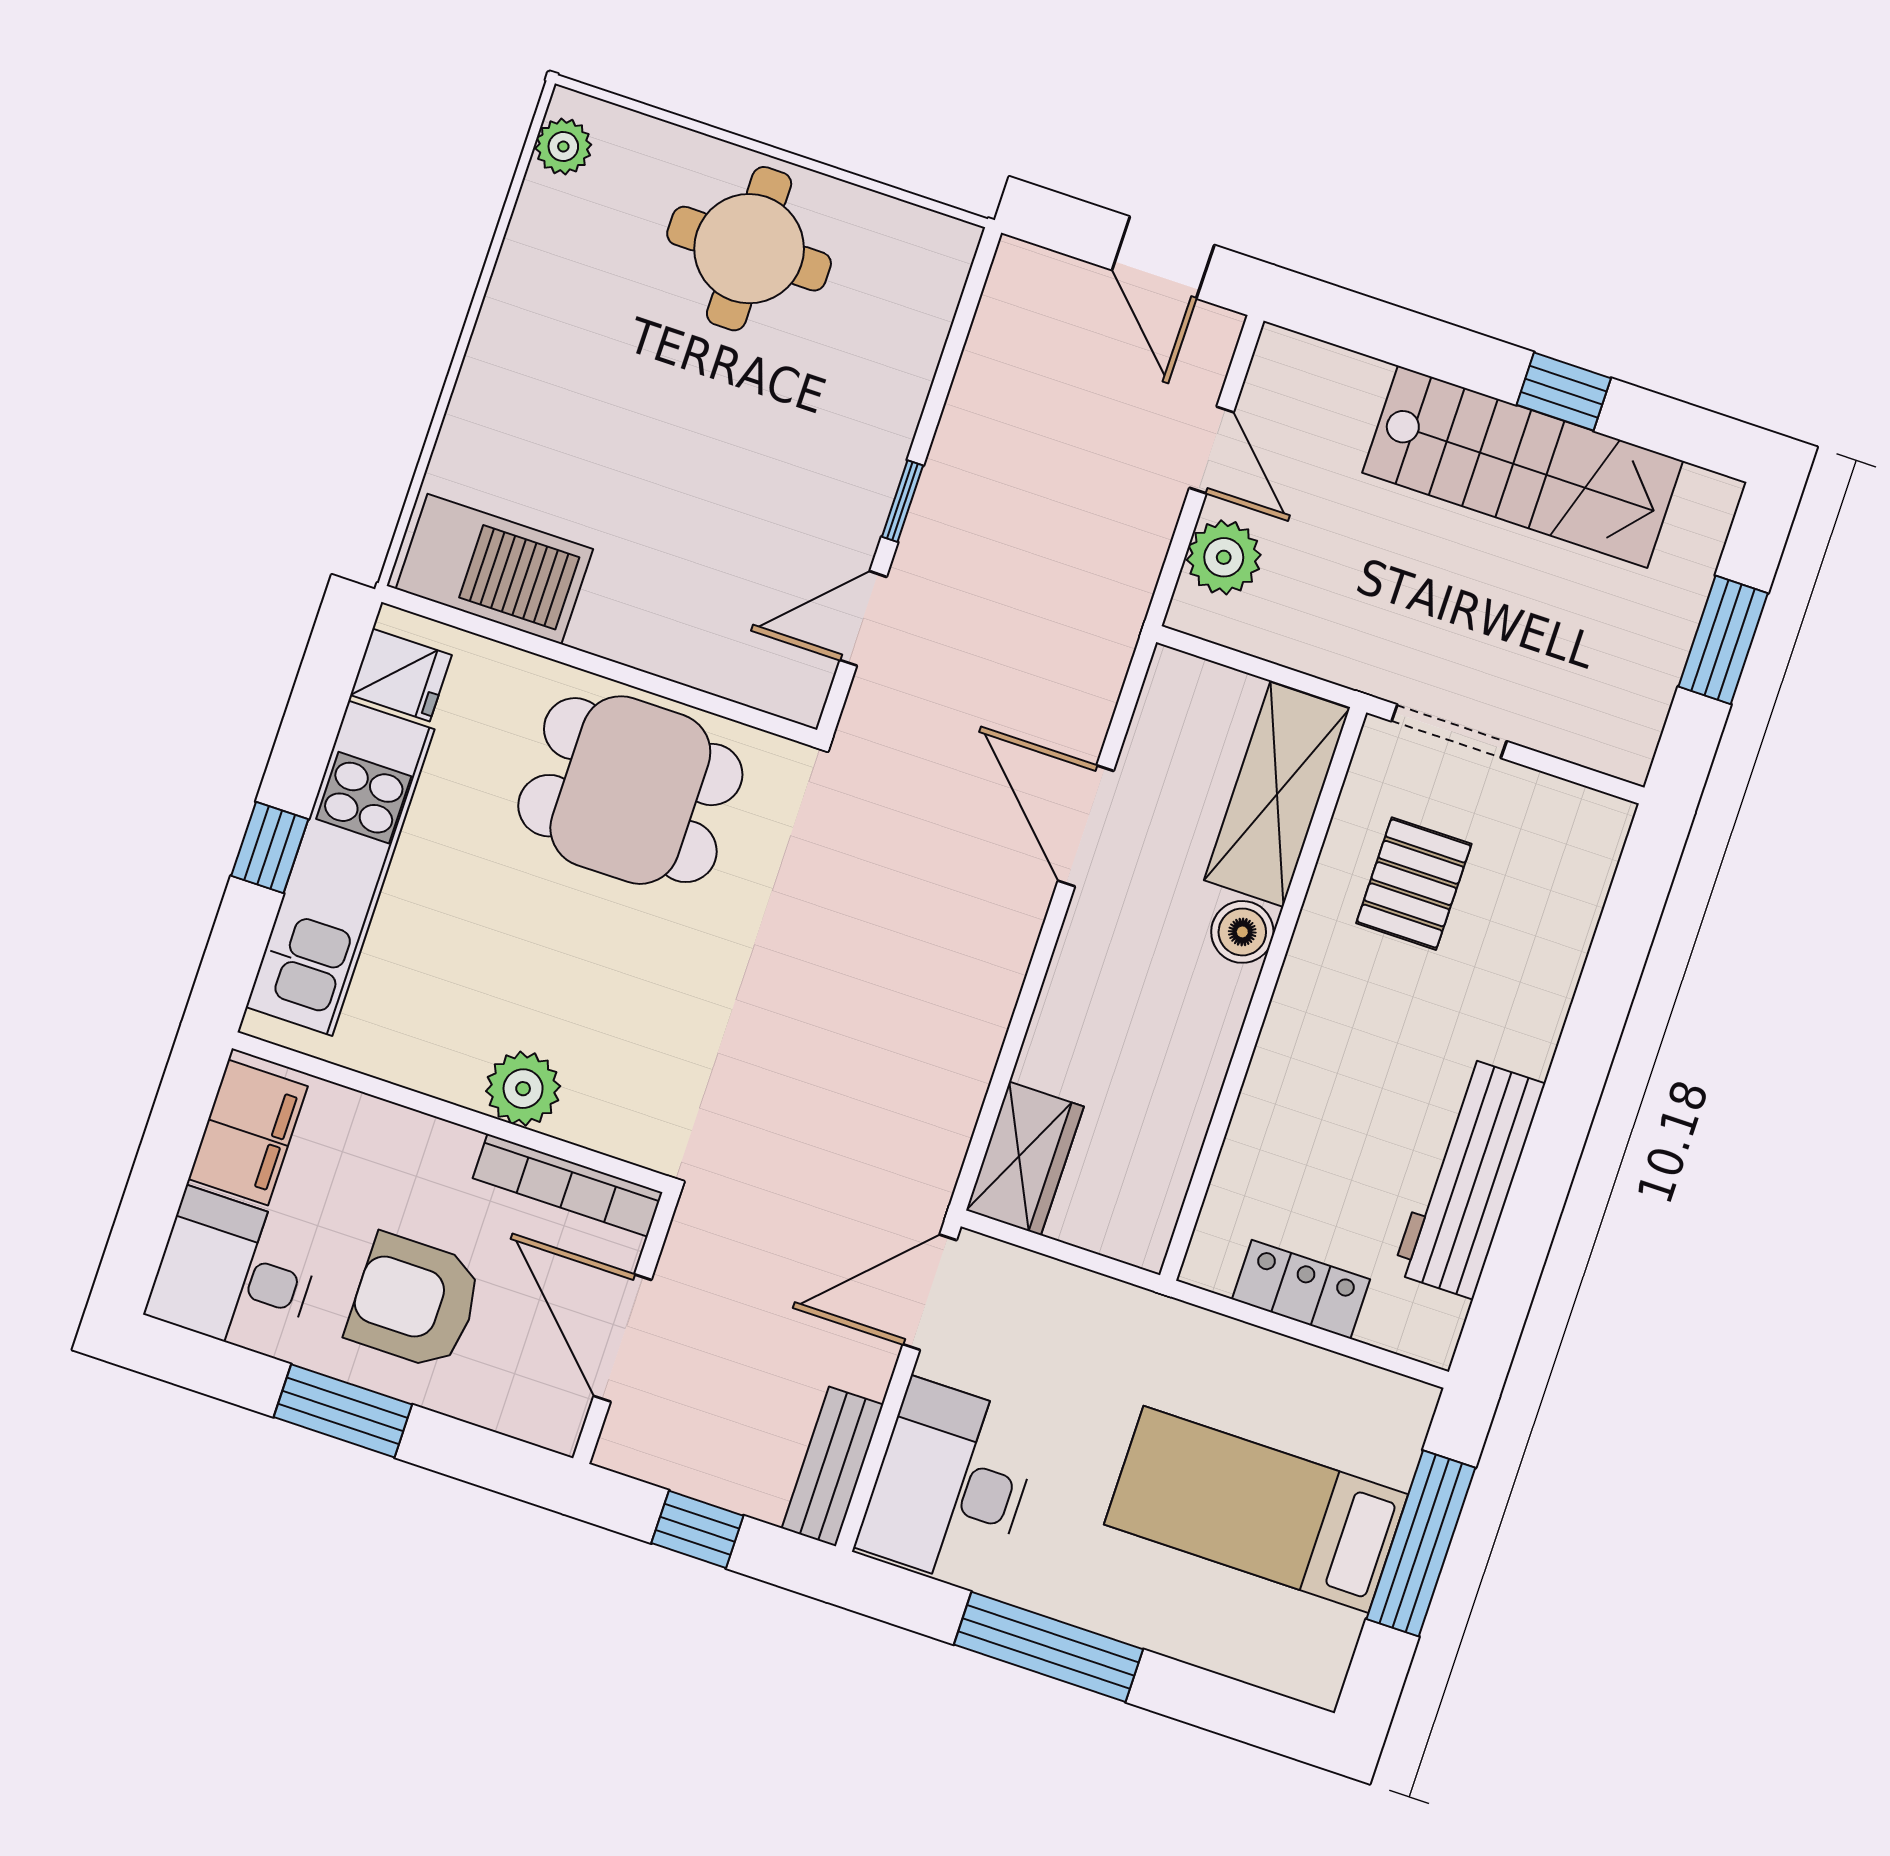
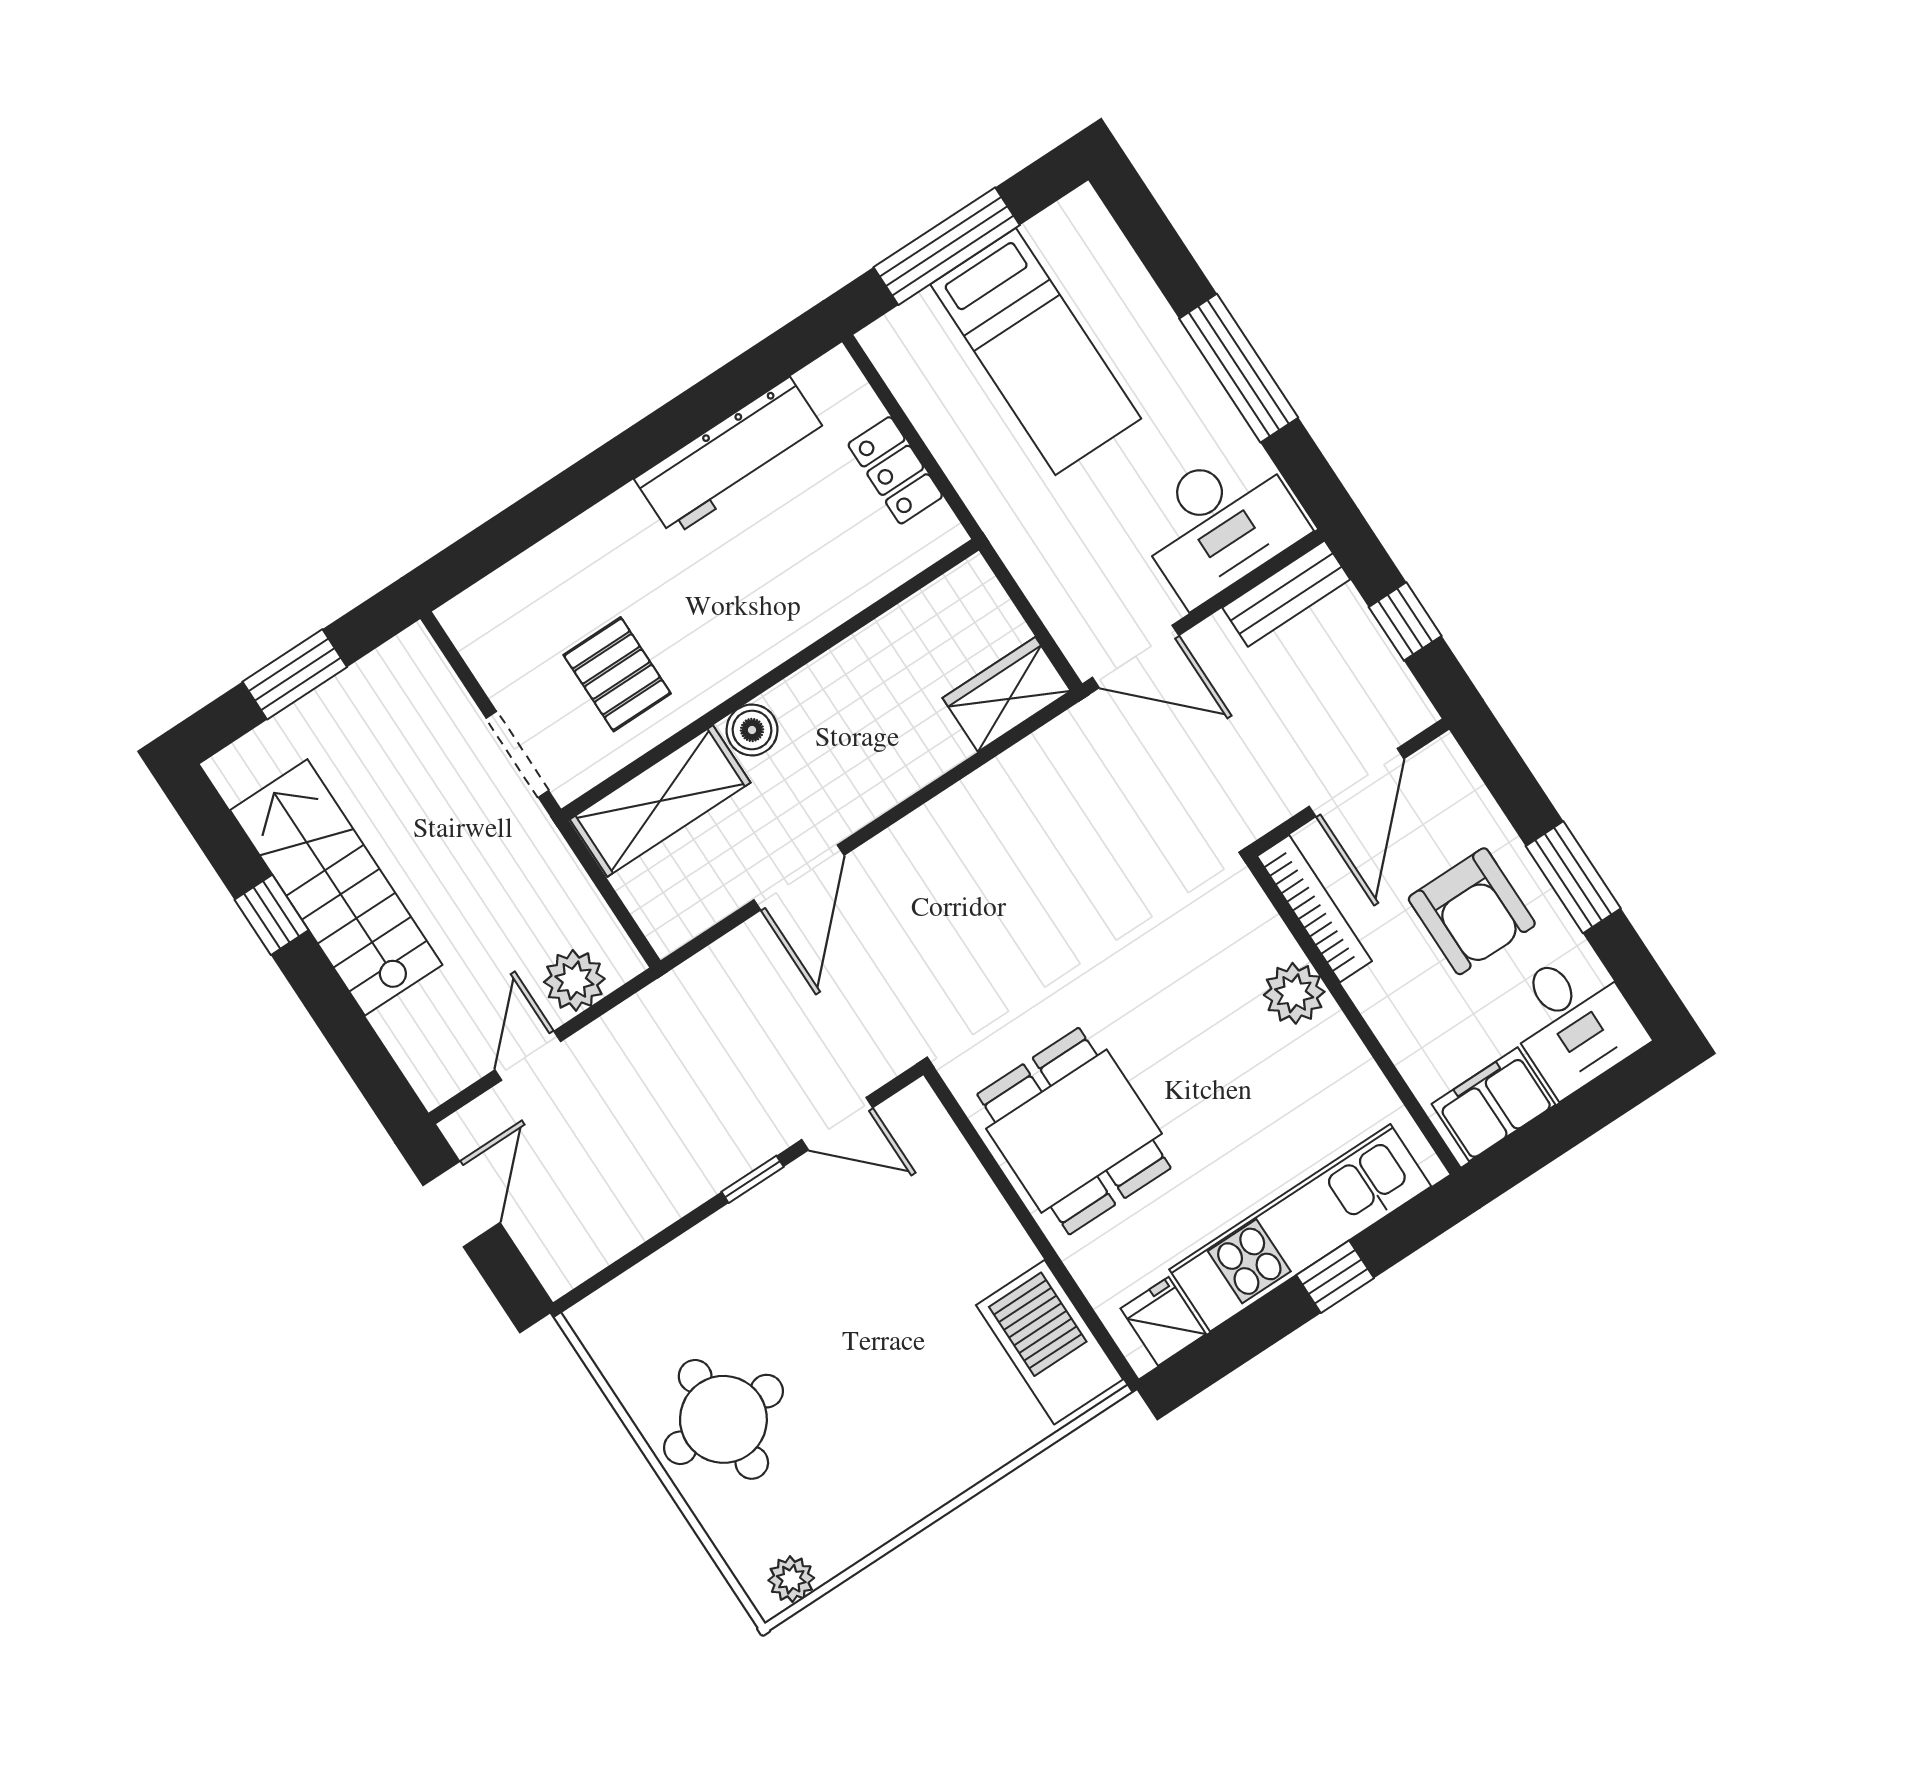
pallet: (1414, 884) -> (617, 674), turned 90

